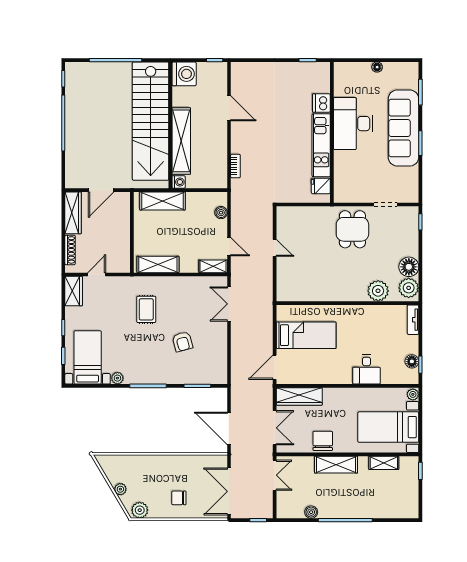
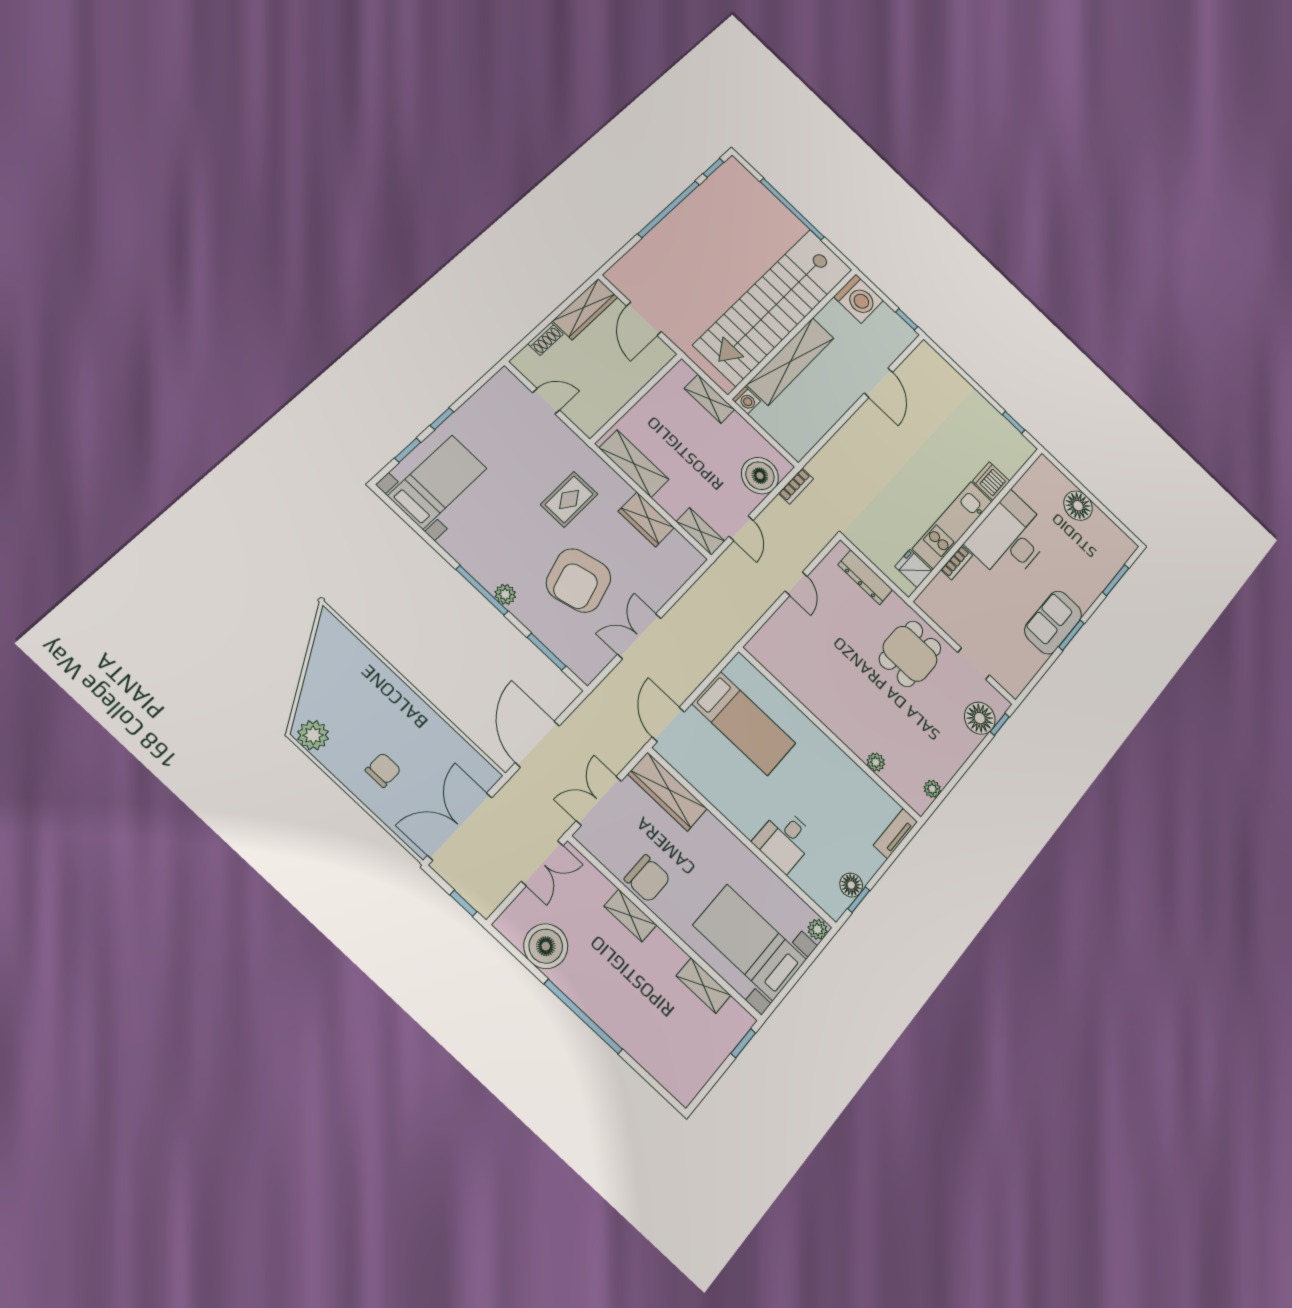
floor lamp: (377, 67) -> (1078, 506), width x1.89, depth x1.89
sofa: (403, 128) -> (1053, 622), width x0.54, depth x0.79
bookcase: (338, 162) -> (957, 563), added
bookcase: (235, 166) -> (796, 486), moved
door: (101, 190) -> (644, 319), hinge flipped
shelving: (162, 201) -> (709, 399), width x0.67, depth x0.75
boiler: (221, 213) -> (760, 476), width x1.86, depth x1.86
dresser: (302, 213) -> (865, 577), added
shoe rack: (70, 250) -> (545, 339), width x0.70
floor lamp: (409, 267) -> (980, 718), moved
plant: (409, 288) -> (932, 789), width x0.53, depth x0.53
wardrobe: (74, 291) -> (646, 519), moved, turned 90
plant: (378, 291) -> (876, 762), width x0.53, depth x0.53
double door: (229, 304) -> (639, 636), moved
armchair: (182, 342) -> (579, 580), width x1.88, depth x1.88
door: (275, 367) -> (668, 724), hinge flipped
plant: (117, 378) -> (505, 594), moved
double door: (275, 428) -> (599, 801), swing flipped
chair: (323, 441) -> (647, 879), turned 90
shelving: (336, 465) -> (630, 915), width x0.67, depth x0.75
plant: (120, 489) -> (314, 683), removed
chair: (179, 498) -> (383, 770), turned 90
boiler: (311, 512) -> (546, 946), width x1.86, depth x1.86

